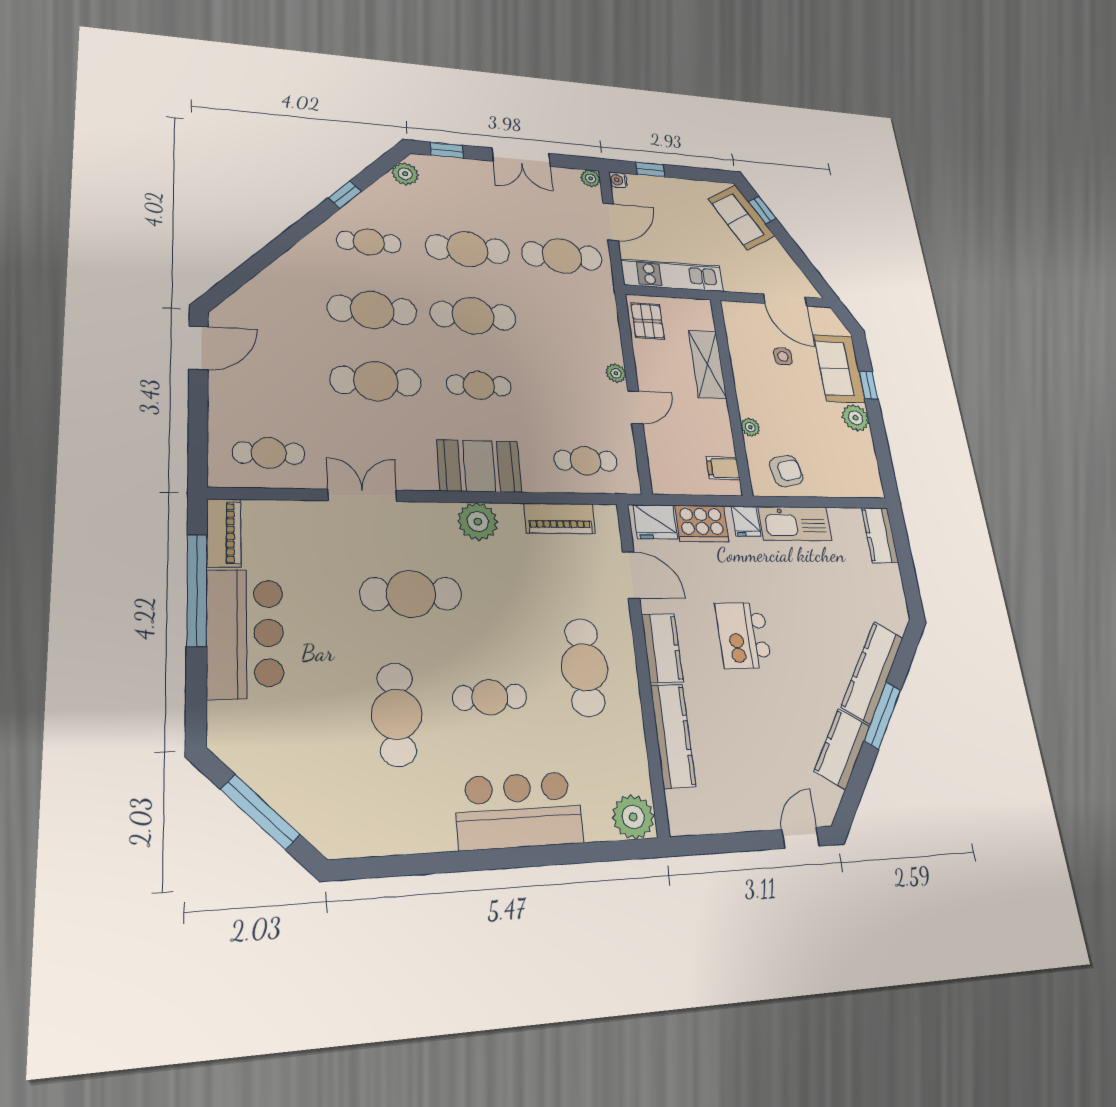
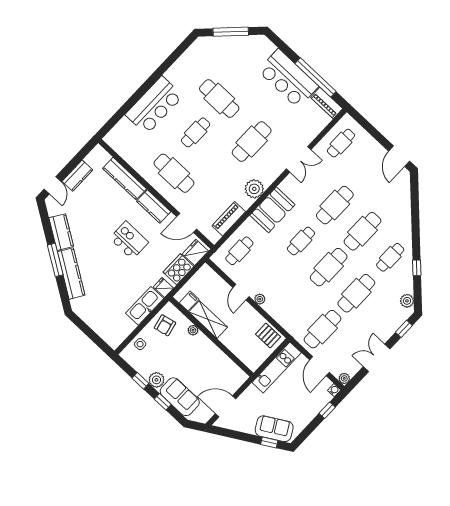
side table: (783, 356) -> (140, 344), moved
shelving: (707, 364) -> (208, 320), moved
window: (879, 438) -> (140, 381), added
kitchen counter: (880, 535) -> (77, 176), moved, turned 90
plant: (633, 817) -> (116, 138), removed

